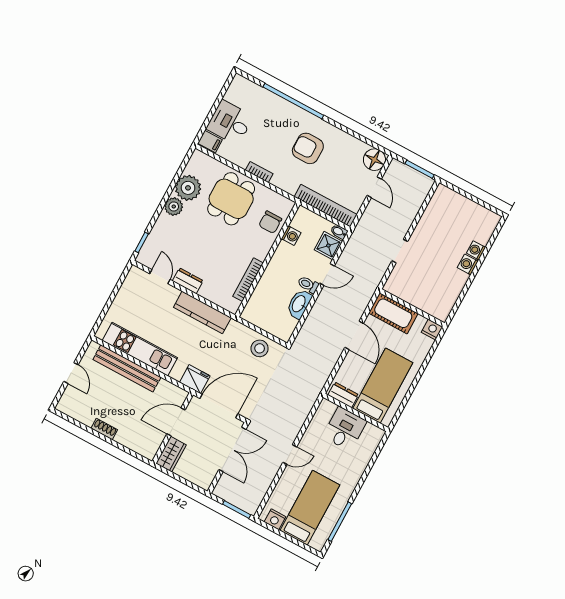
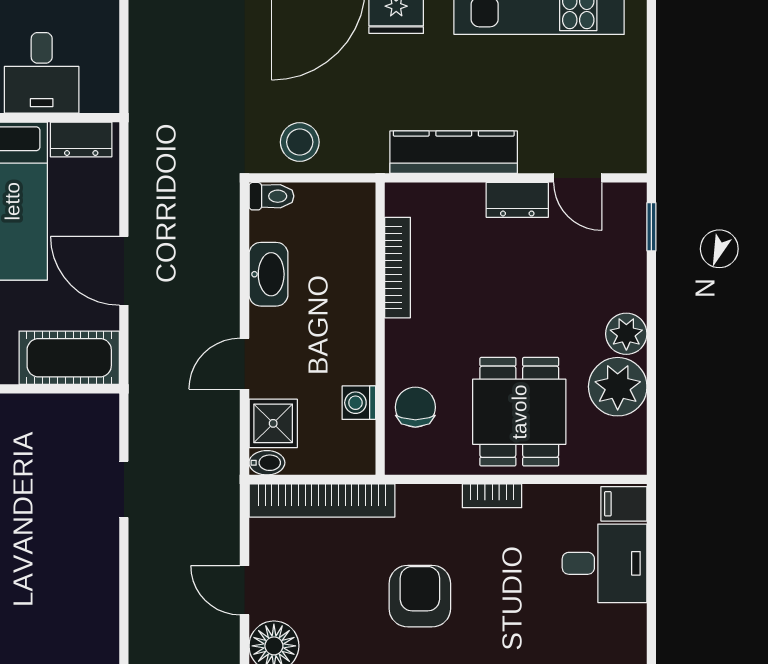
armchair: (308, 148) -> (420, 596), turned -90
toilet: (308, 285) -> (271, 196), moved

